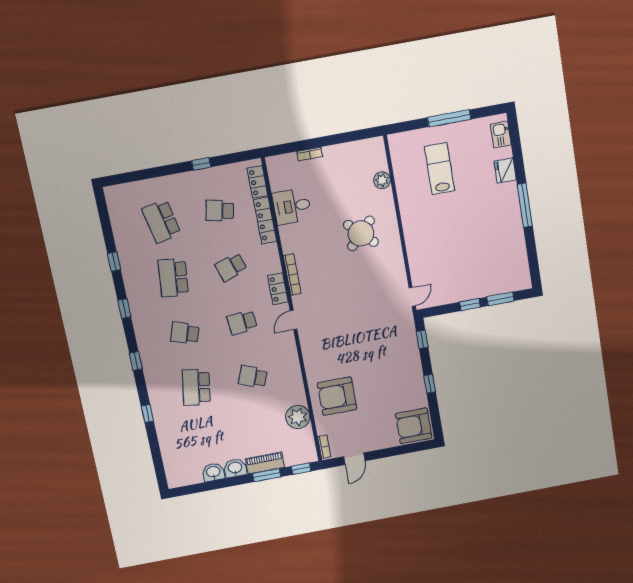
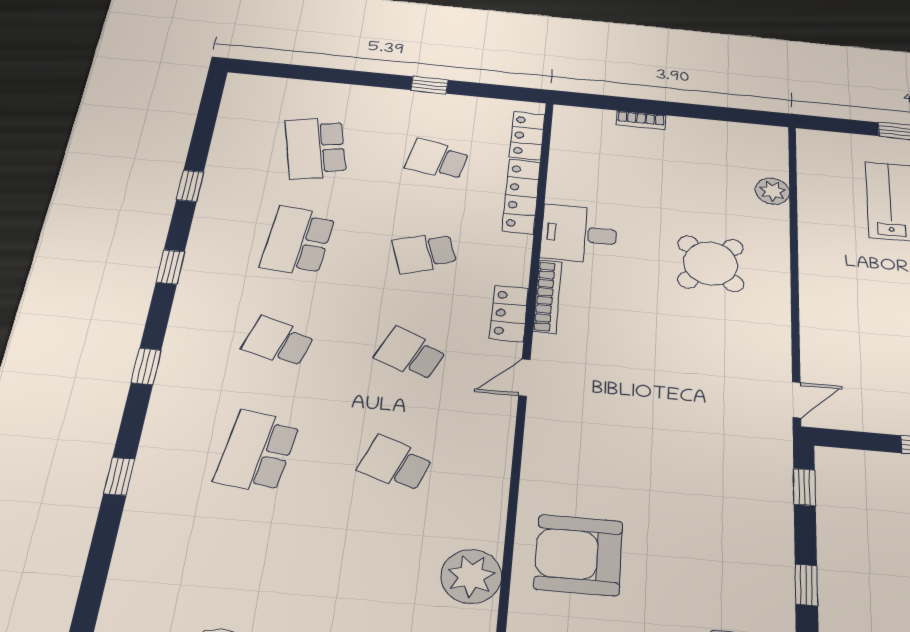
desk: (292, 206) -> (579, 234), moved
school desk: (242, 322) -> (410, 354), turned 30

